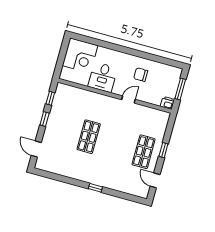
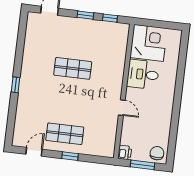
corner desk: (80, 56) -> (149, 43), moved, turned 180
chair: (141, 75) -> (157, 153), moved

